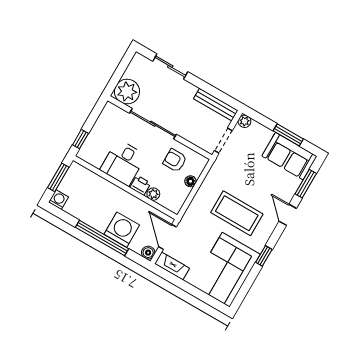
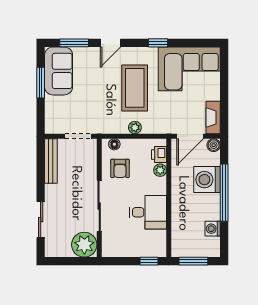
plant: (244, 121) -> (135, 128), moved
floor lamp: (190, 181) -> (114, 144), moved
printer: (140, 185) -> (159, 154), moved
washing machine: (59, 200) -> (213, 229), moved

